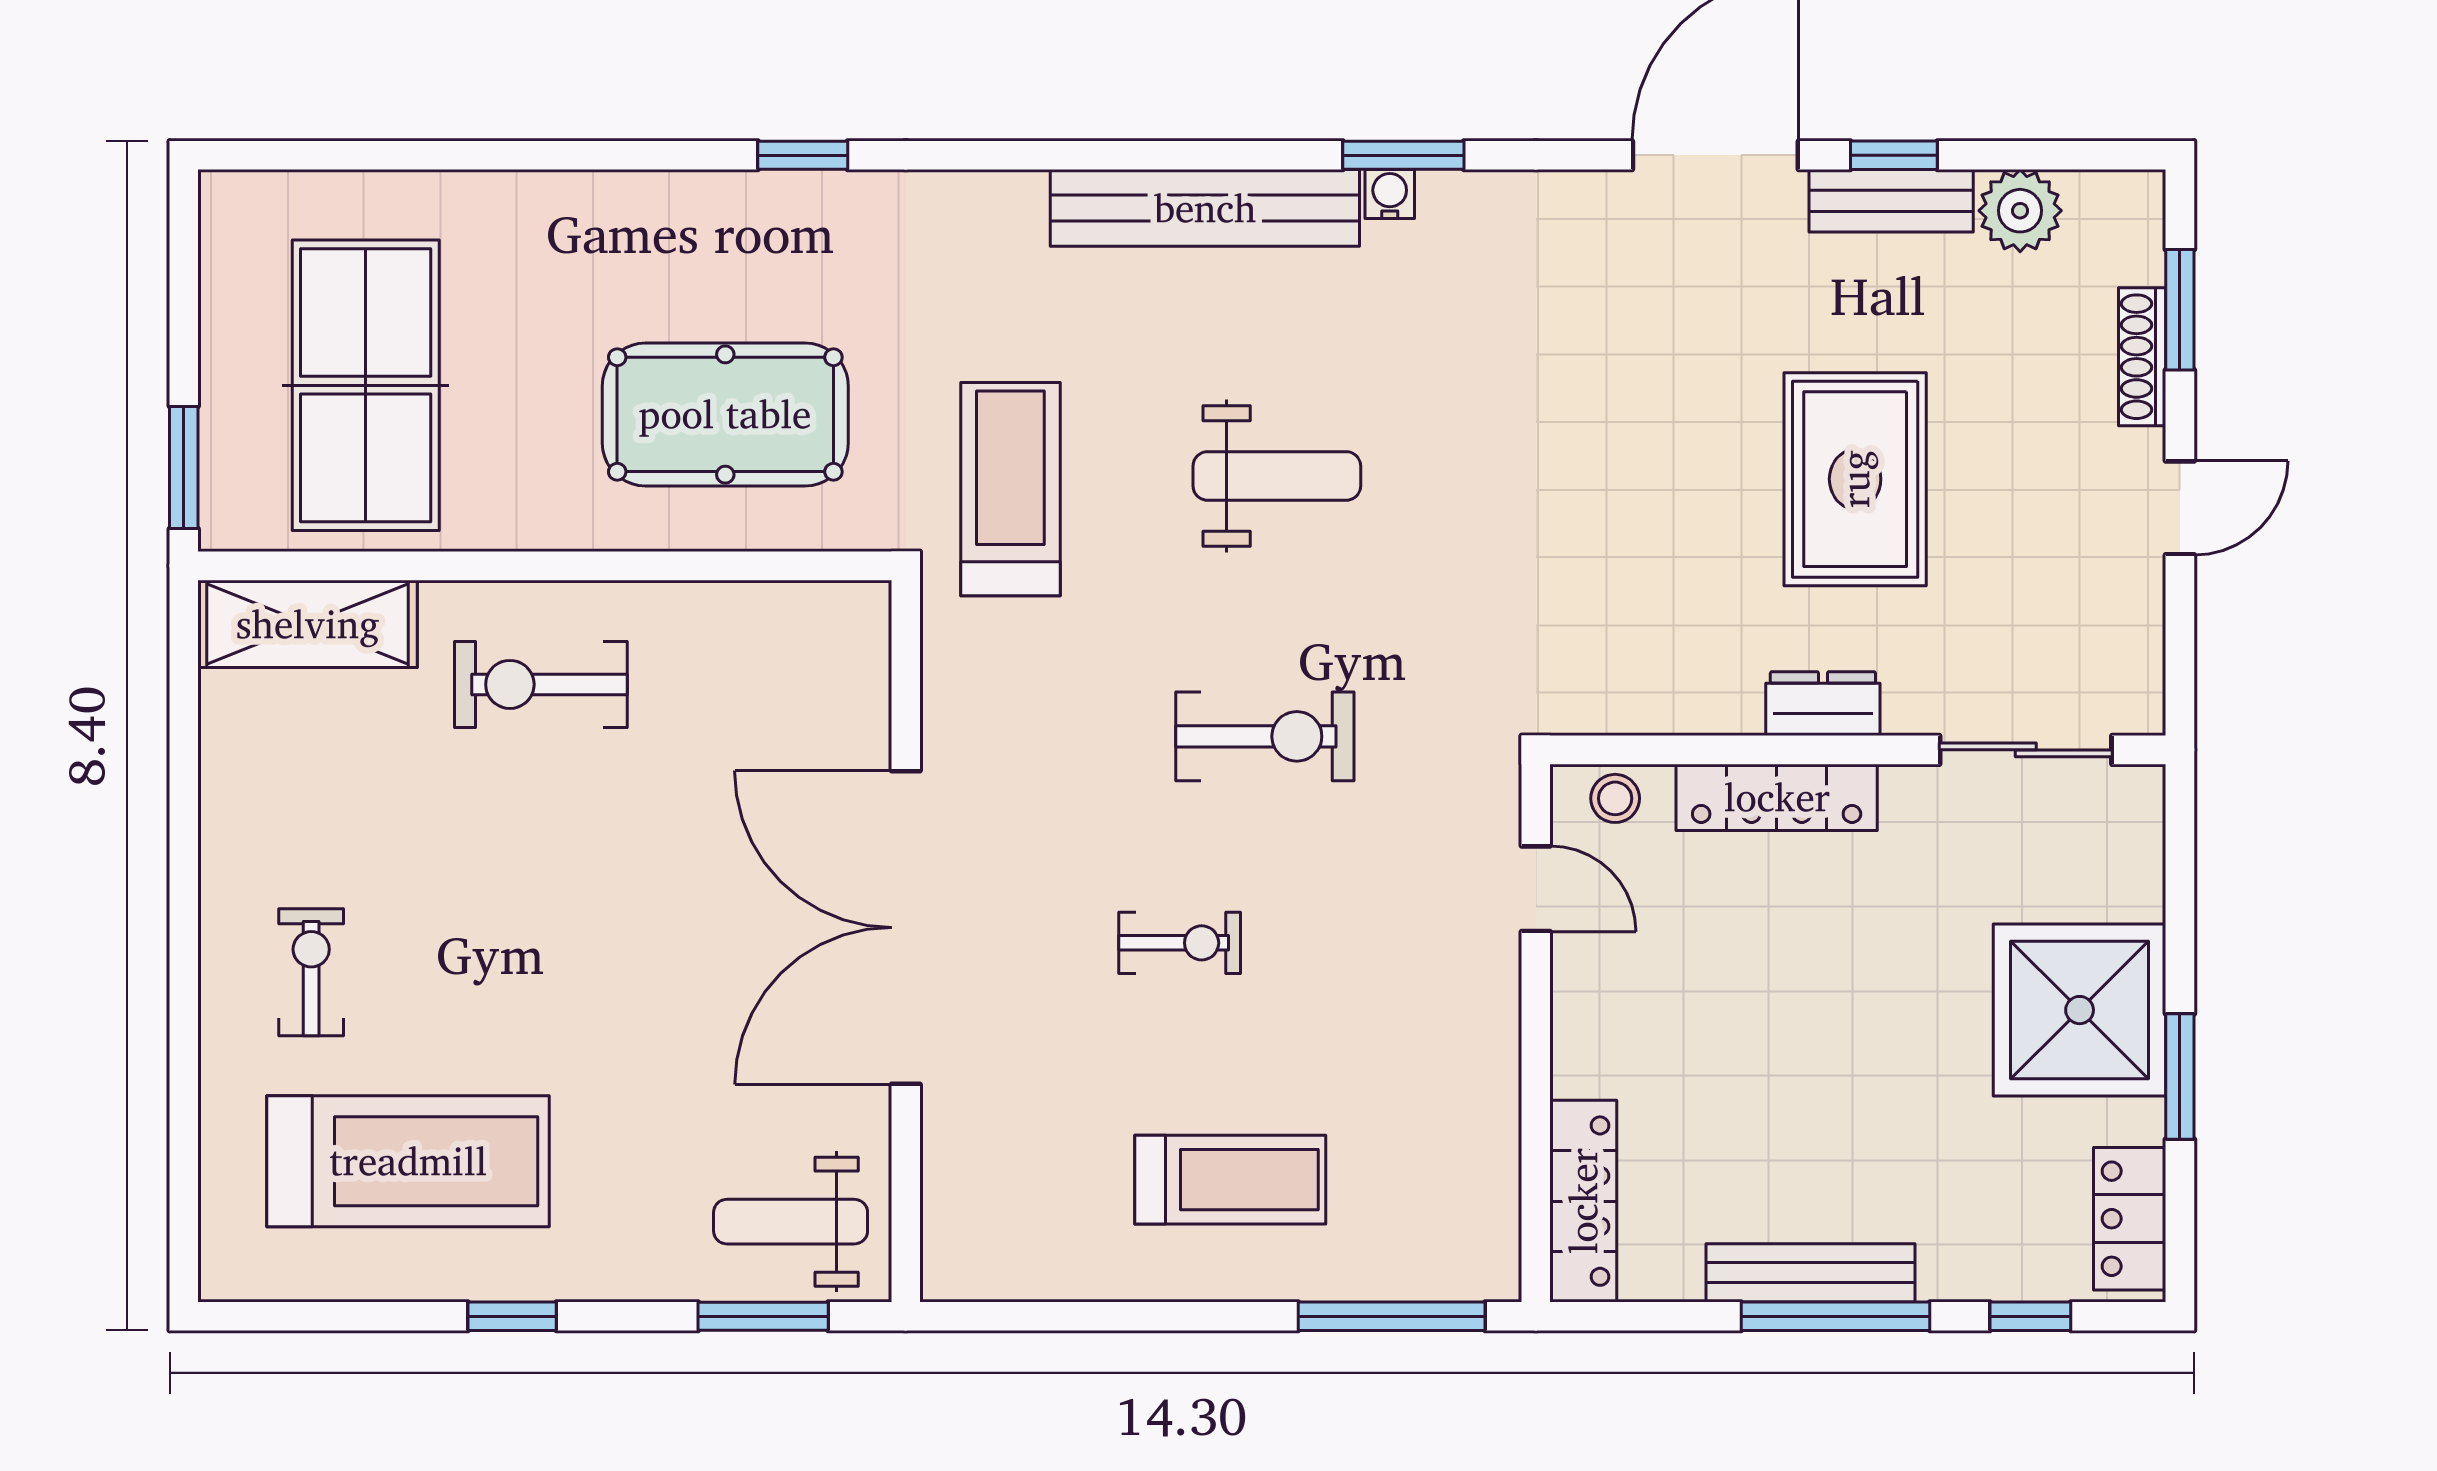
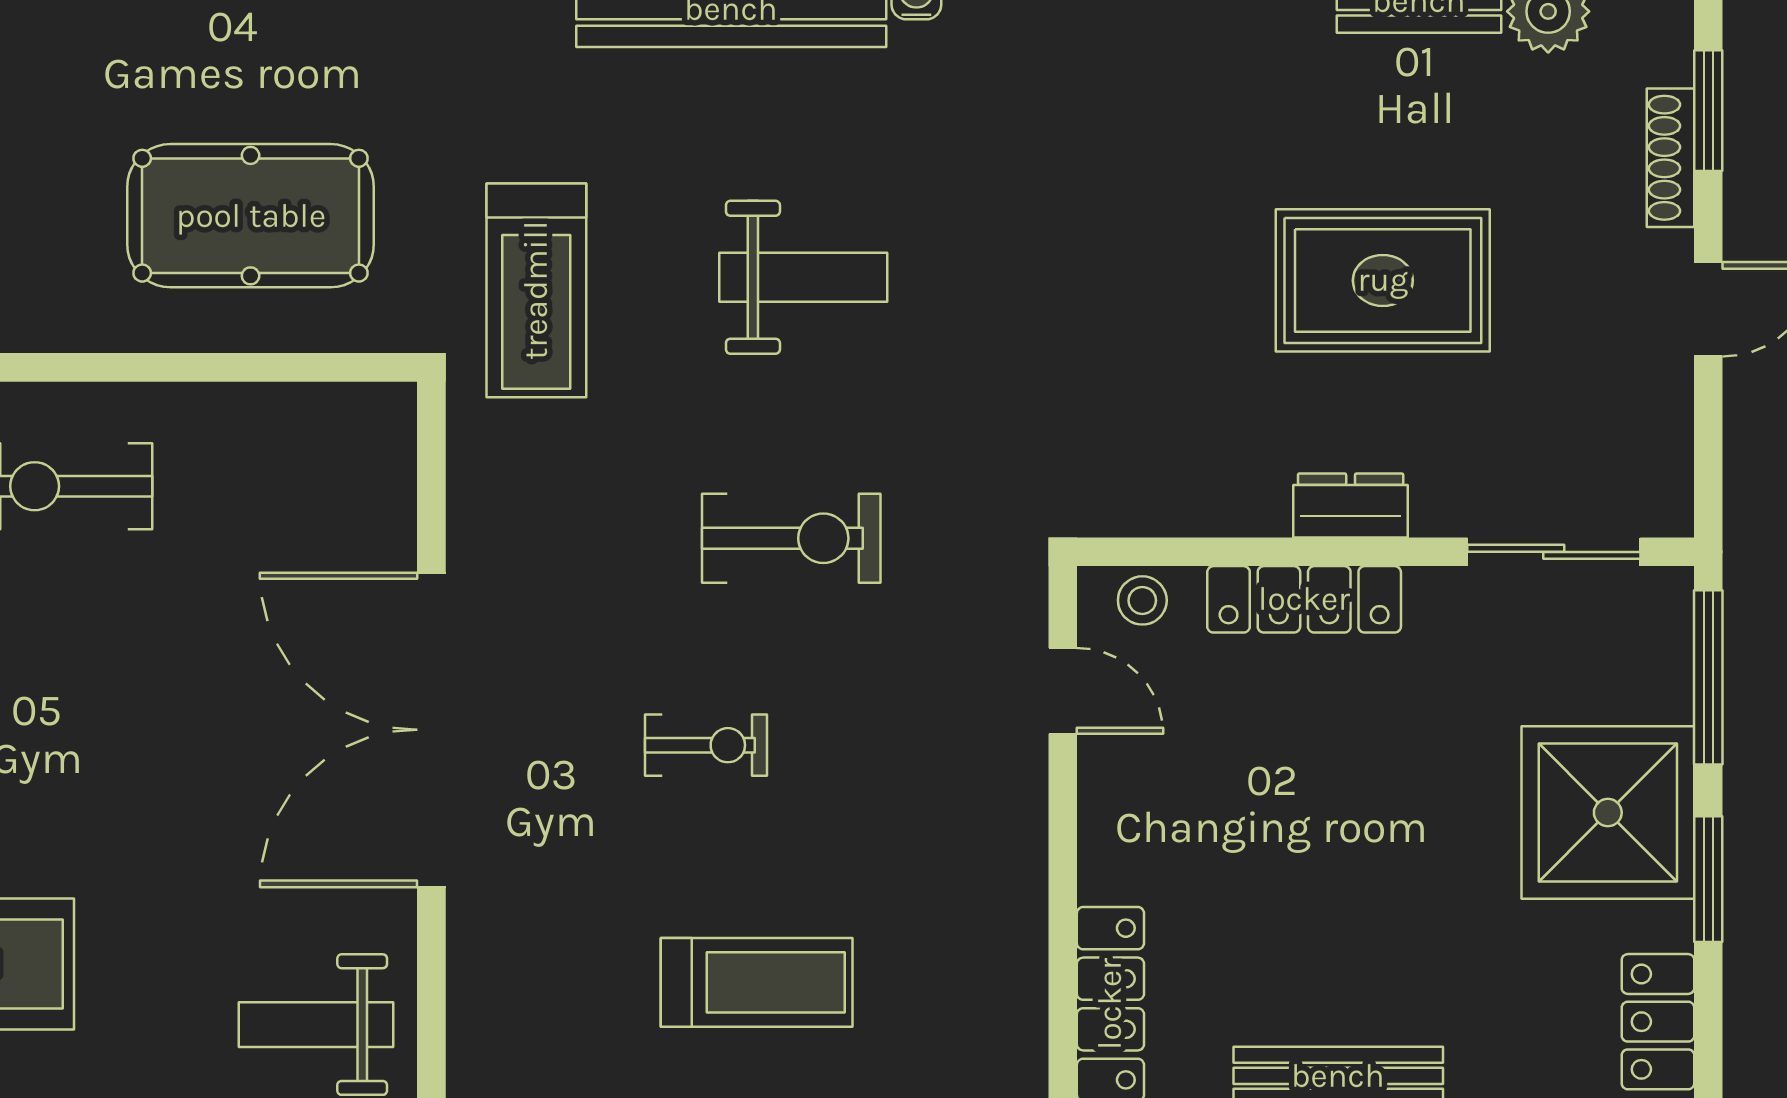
rug: (1855, 479) -> (1383, 280), turned 90
treadmill: (1010, 489) -> (536, 290), turned 180
window: (2180, 875) -> (1708, 677), added

